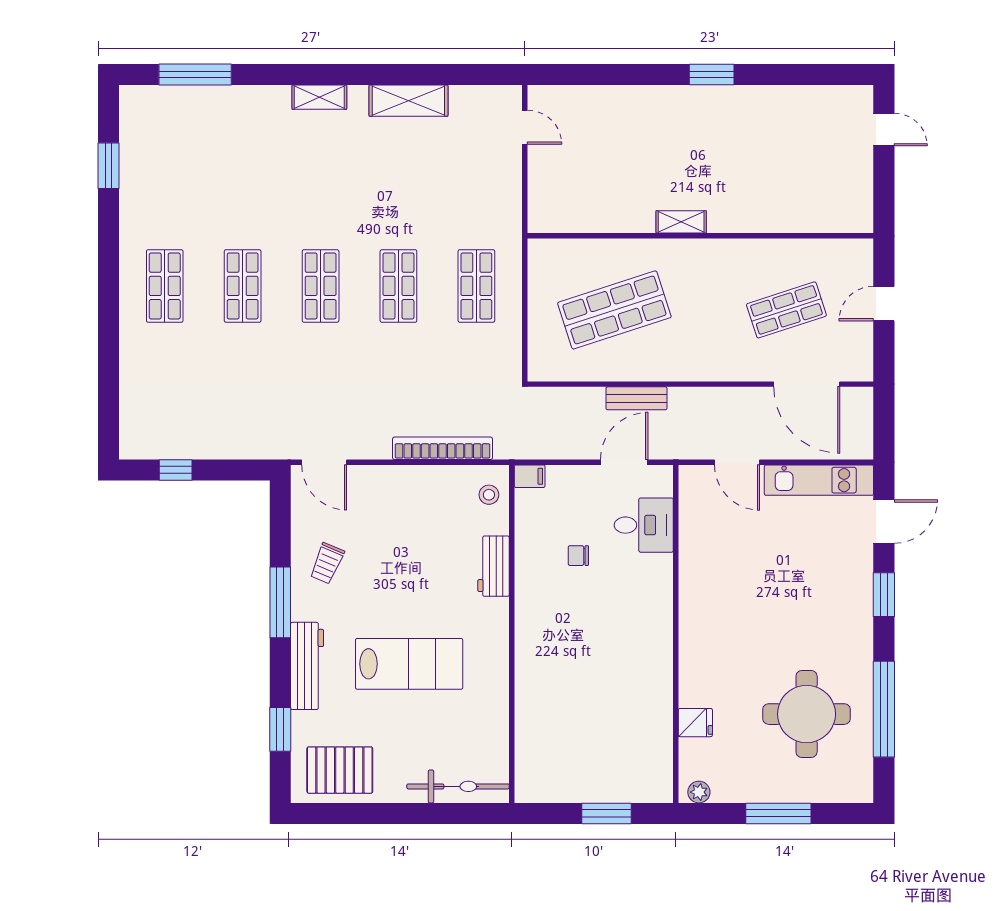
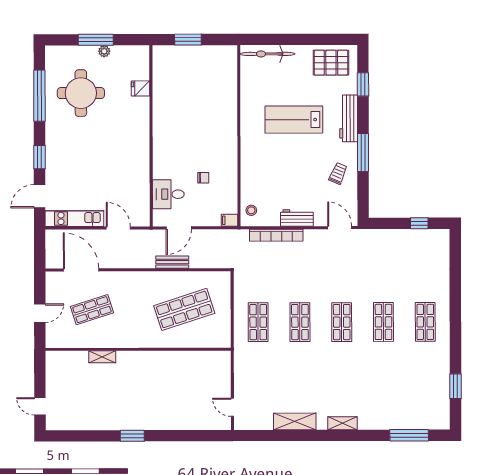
shelving: (681, 222) -> (102, 357), moved
workbench: (494, 566) -> (297, 218), moved, turned -90
plant: (699, 792) -> (104, 51), moved

